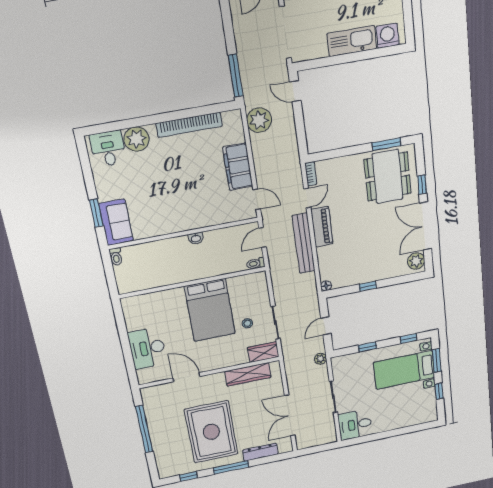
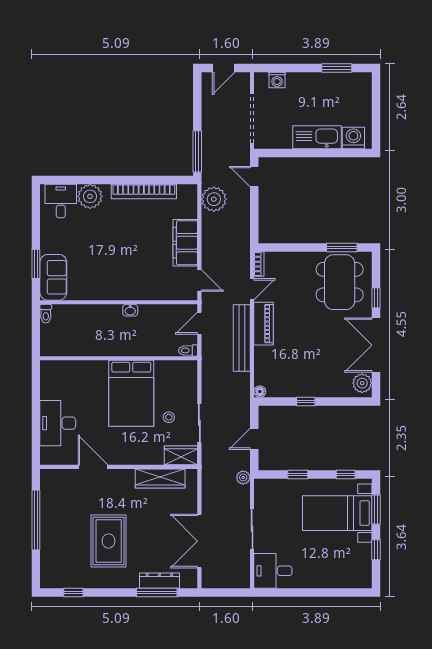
rug: (211, 432) -> (109, 541), width x0.73, depth x0.69
window: (231, 467) -> (157, 592), moved

